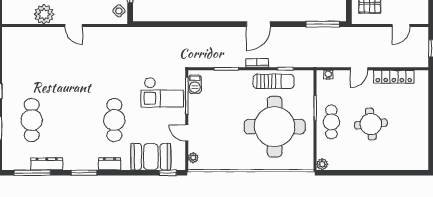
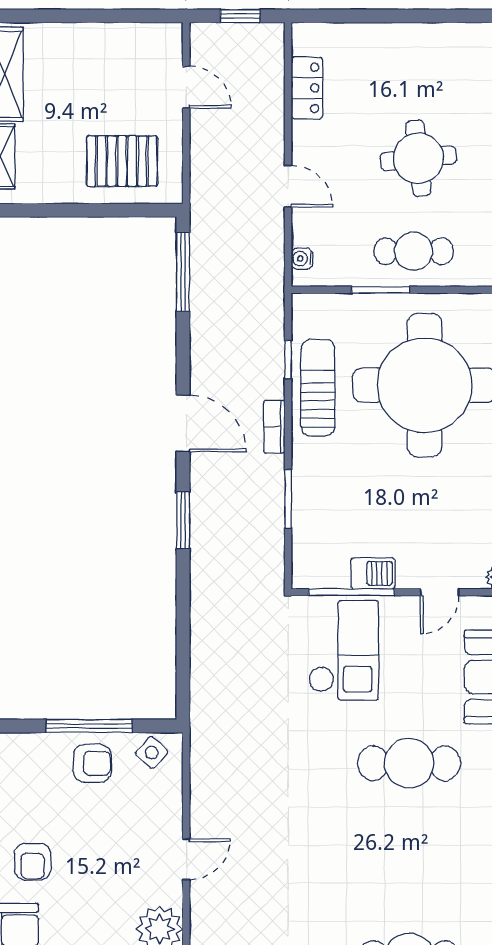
window: (217, 24) -> (183, 520), added
locker: (394, 77) -> (307, 88), width x0.66
barbecue: (195, 84) -> (373, 573), moved

